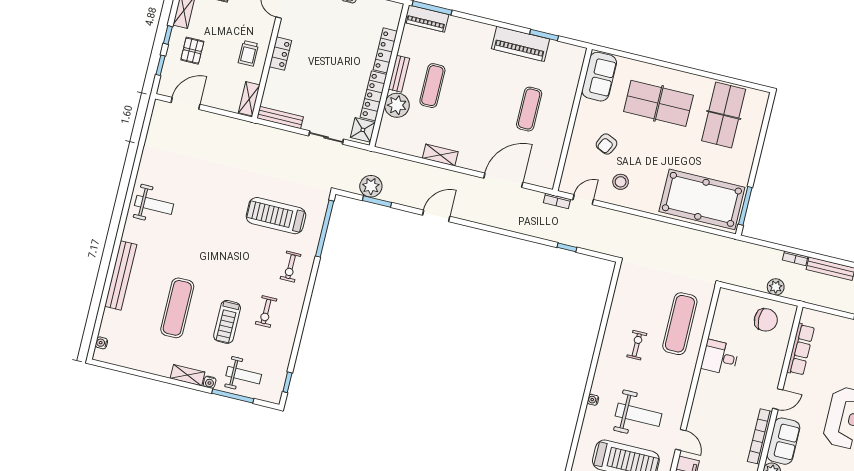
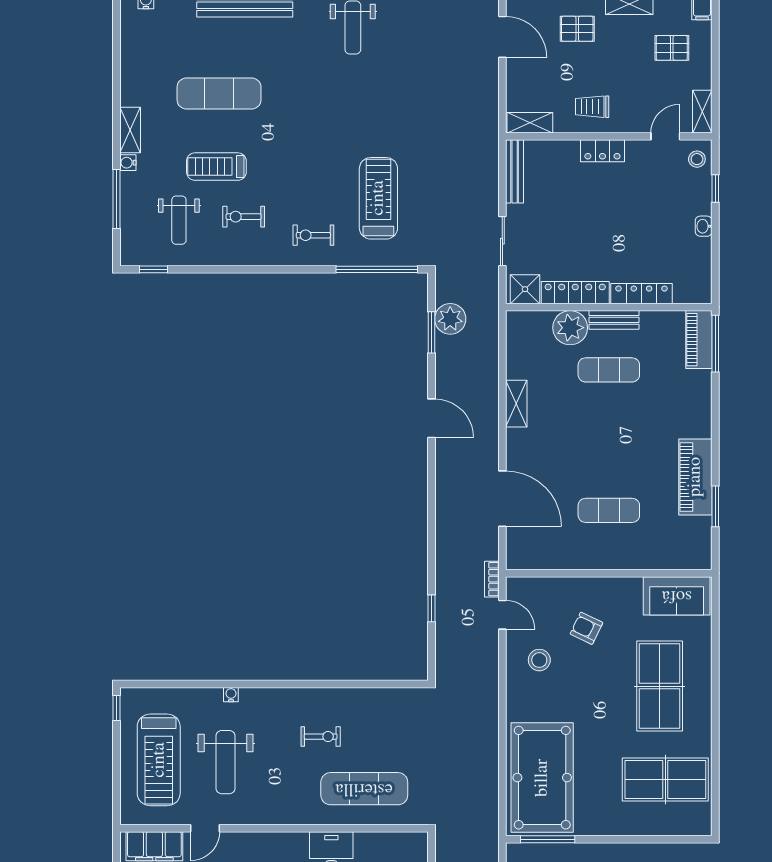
weight bench: (244, 375) -> (179, 220), moved

